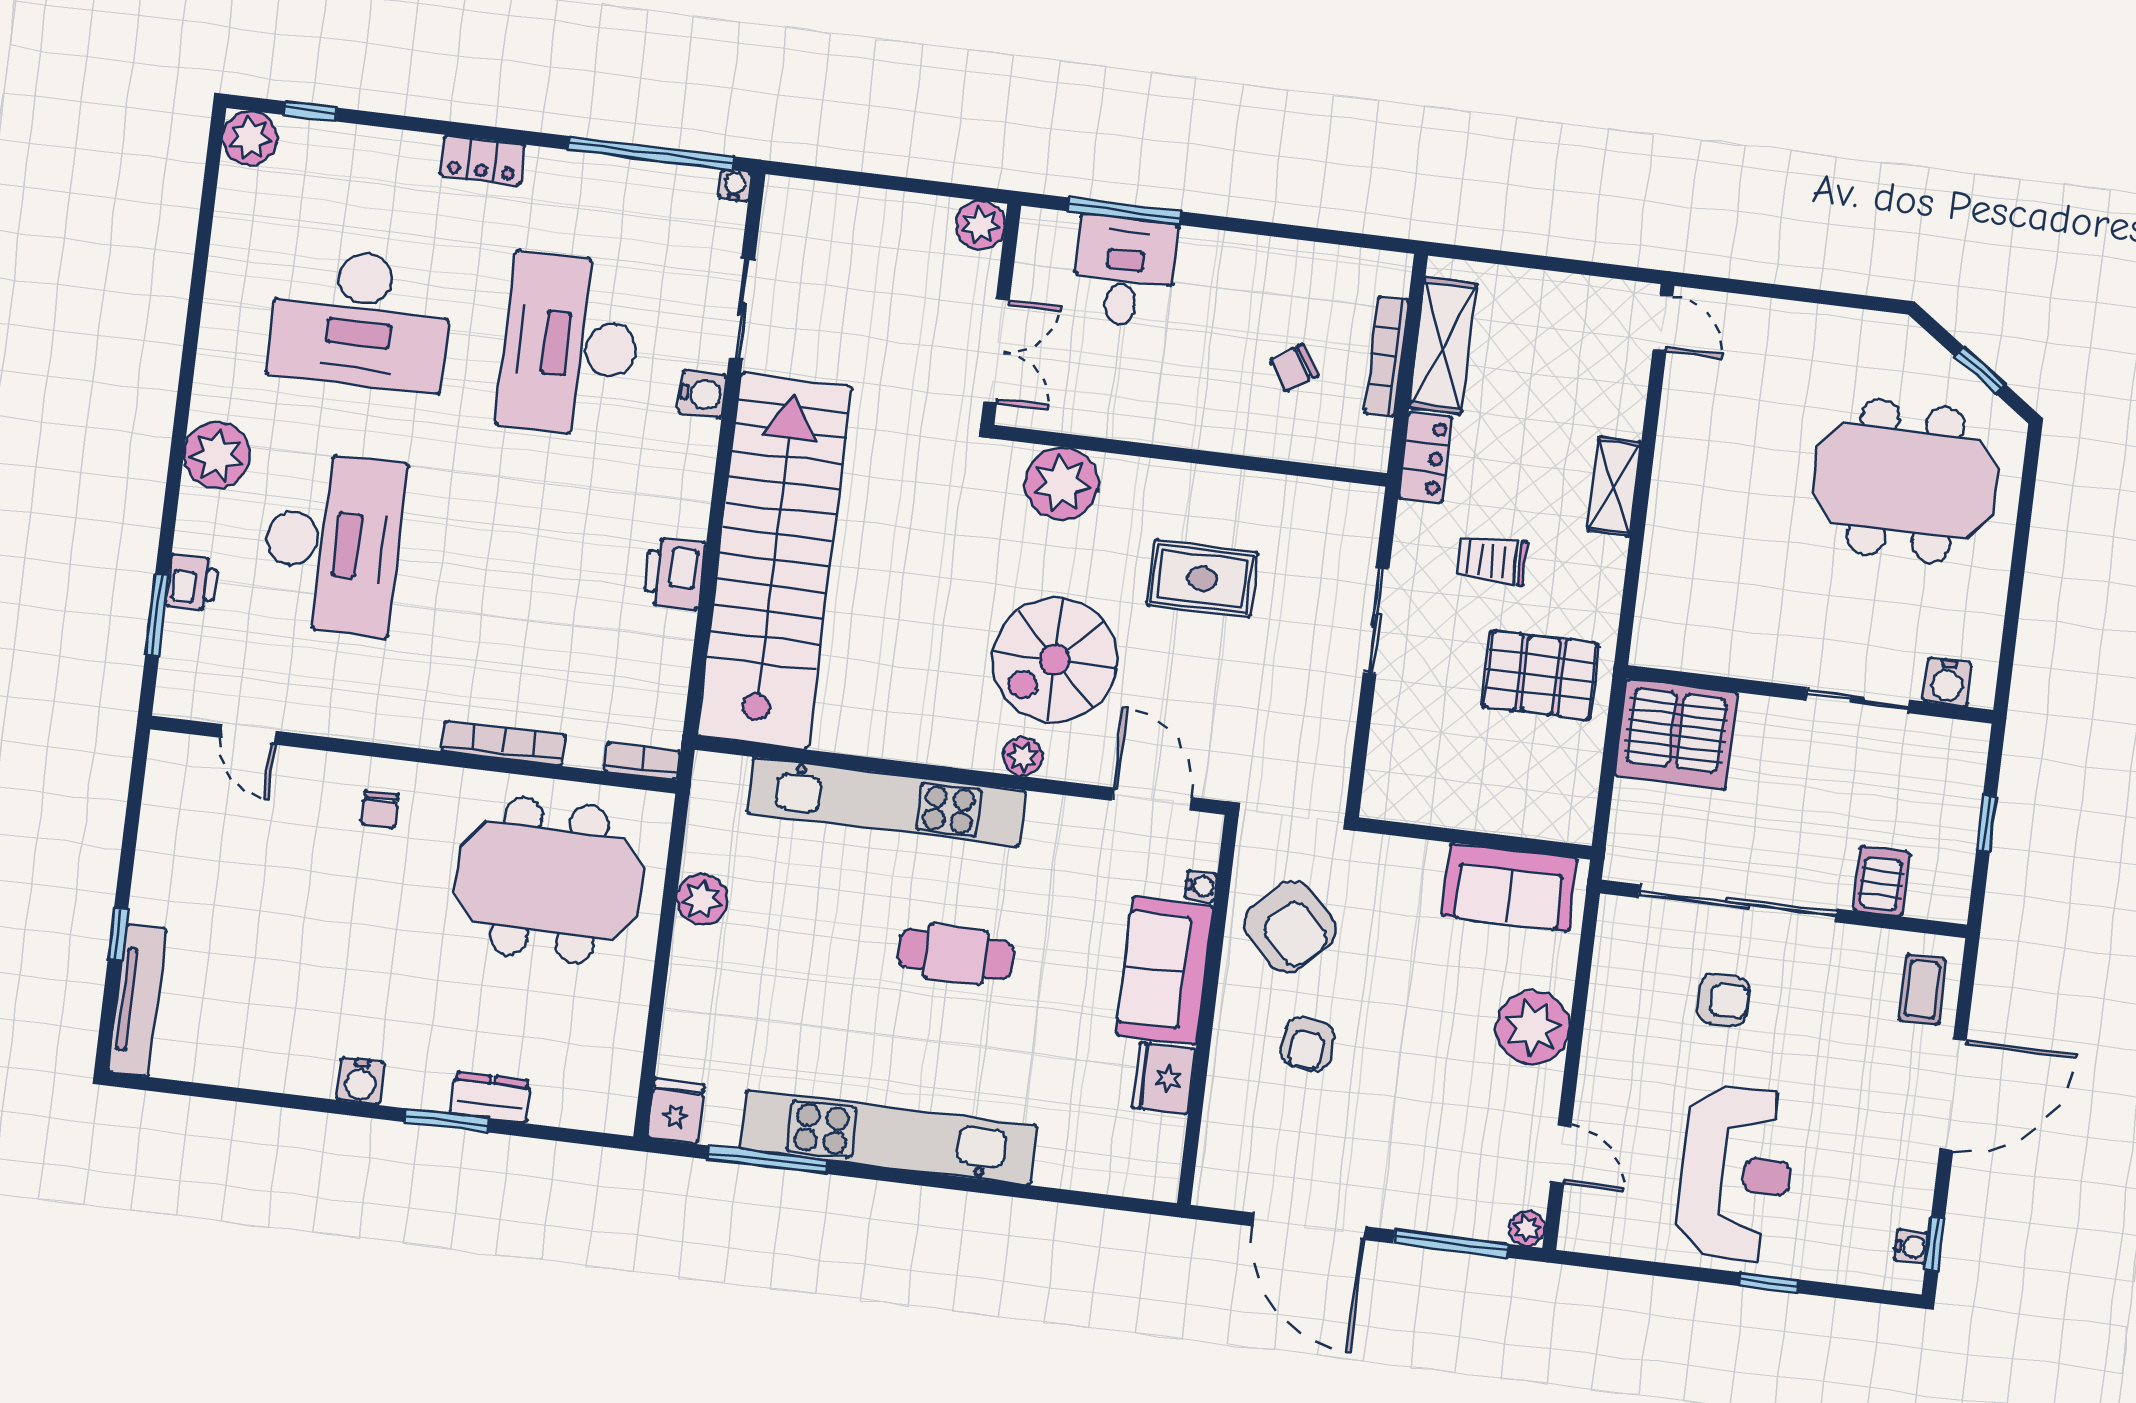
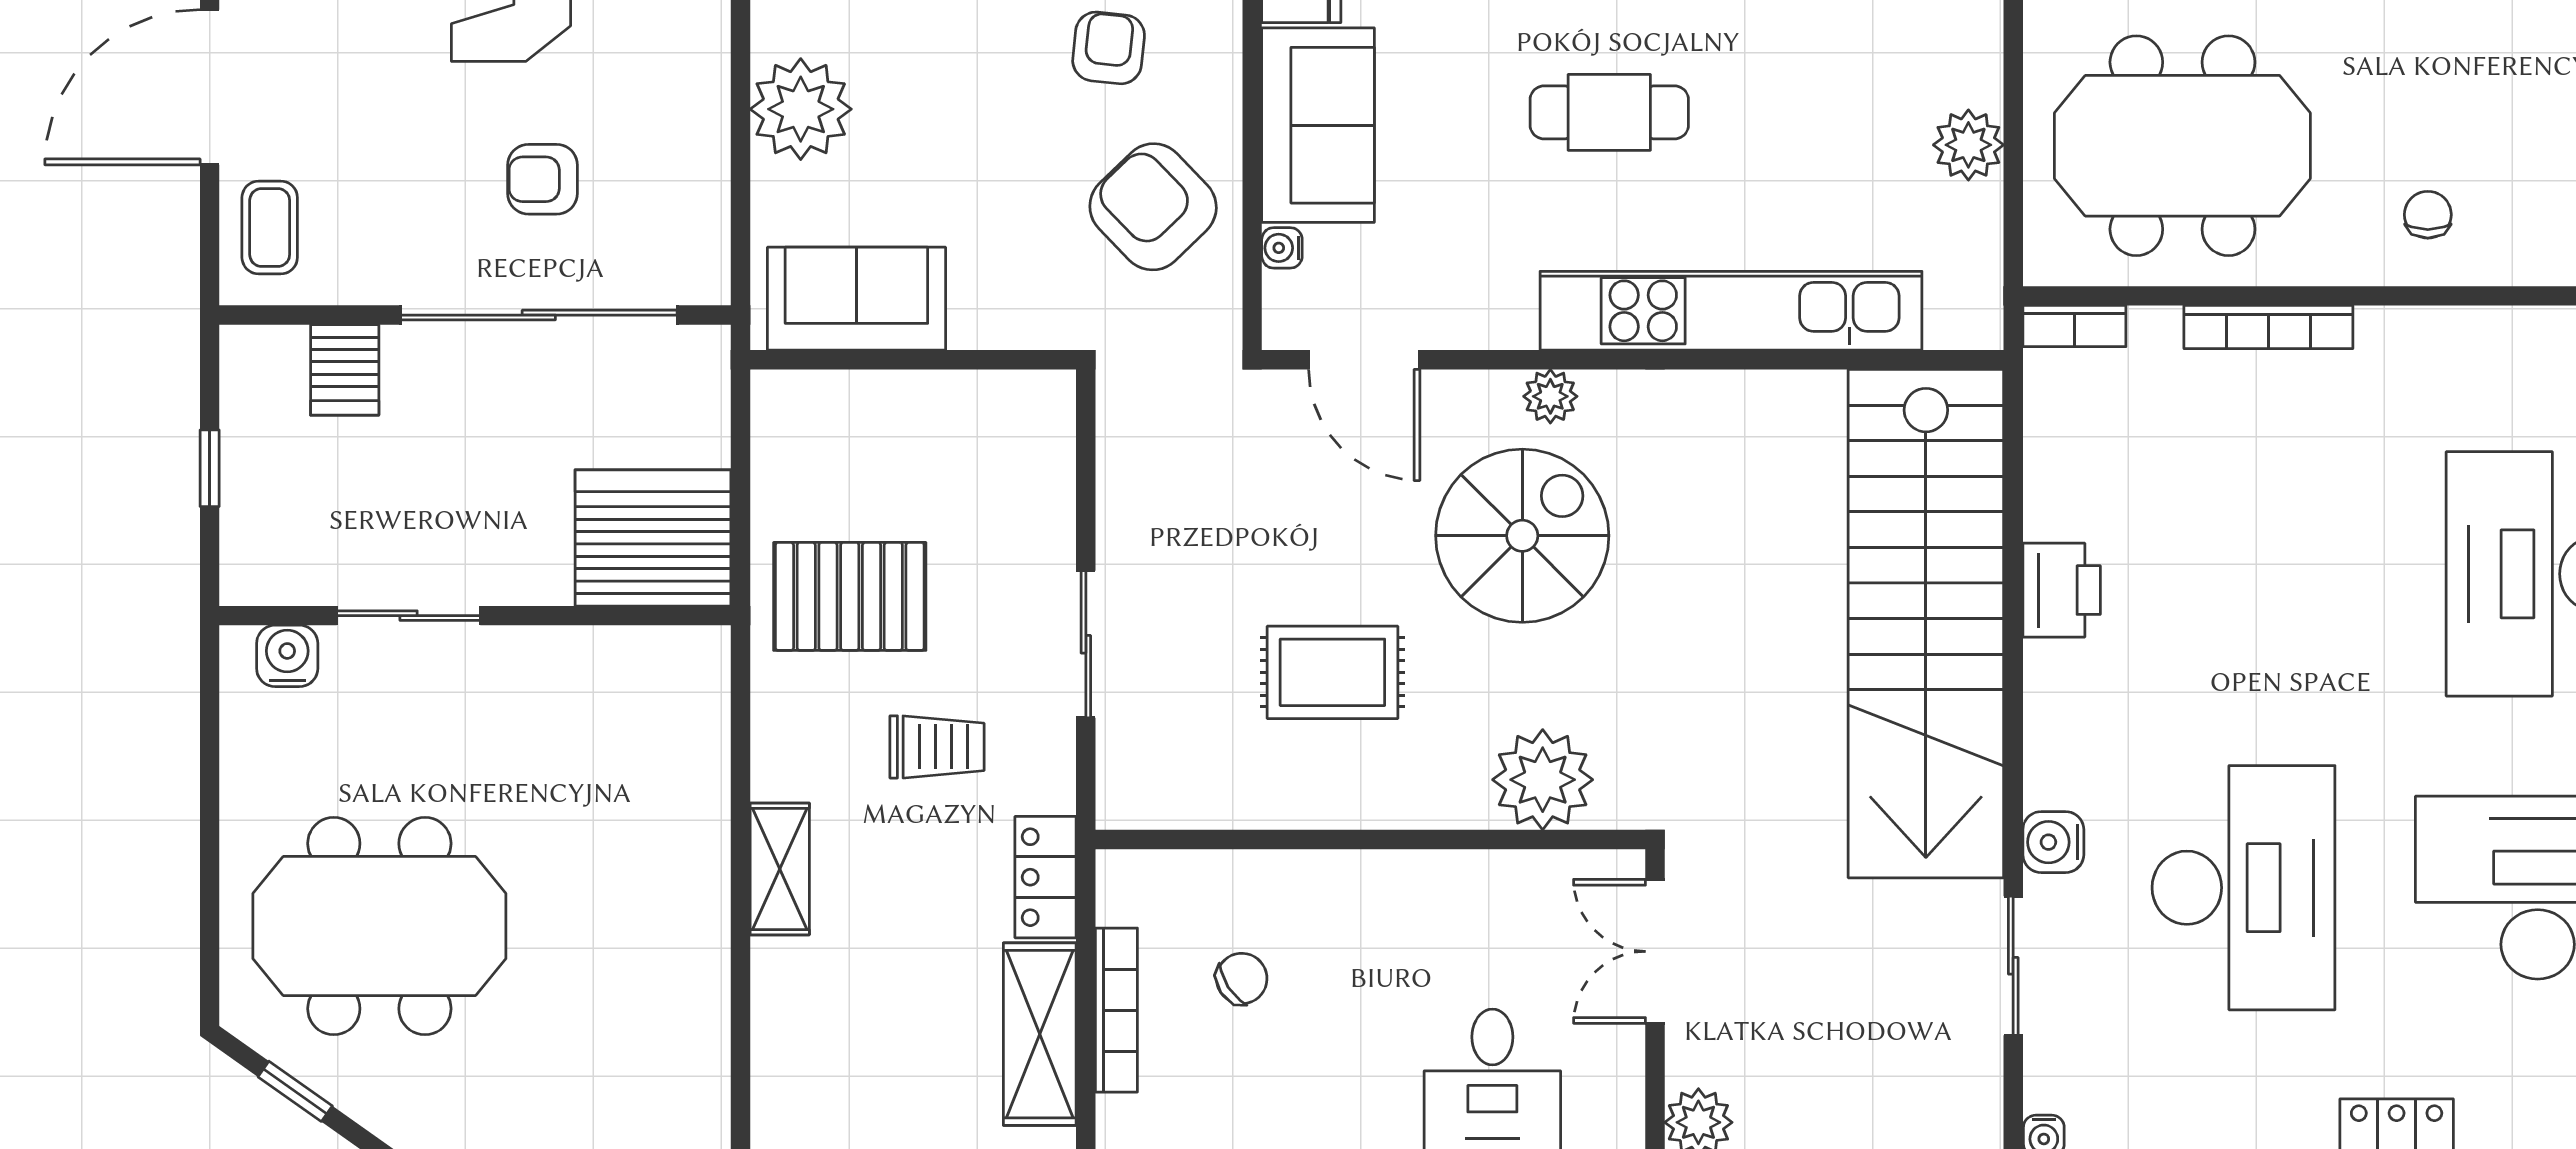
door: (1663, 323) -> (740, 1103), removed

